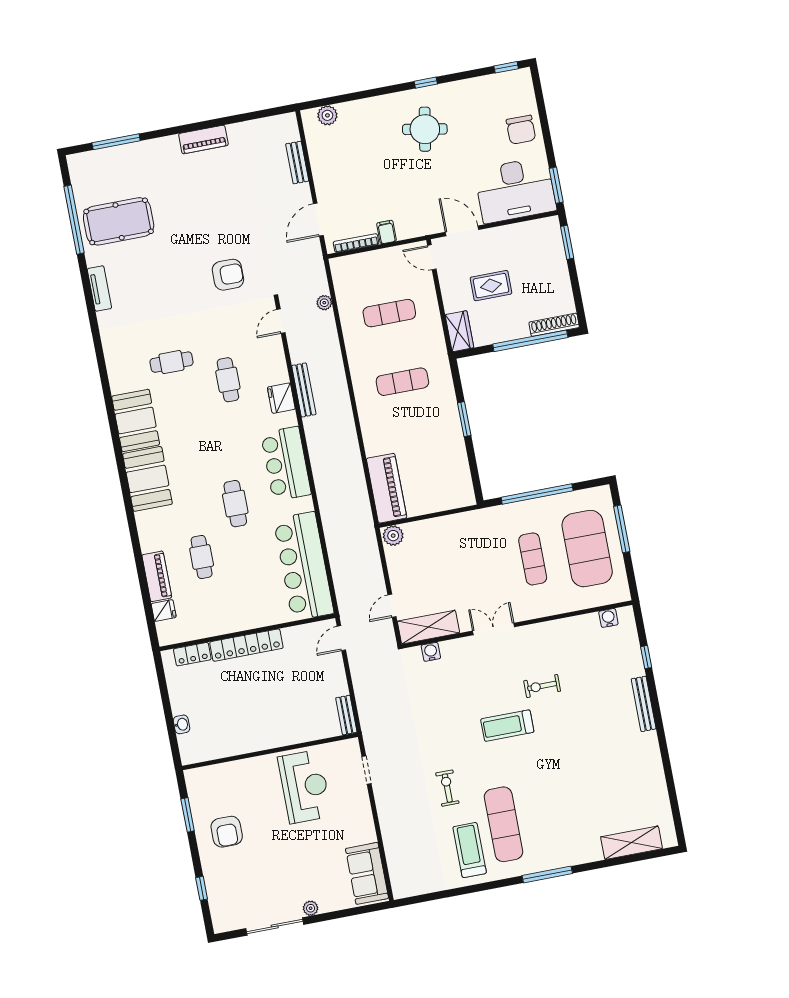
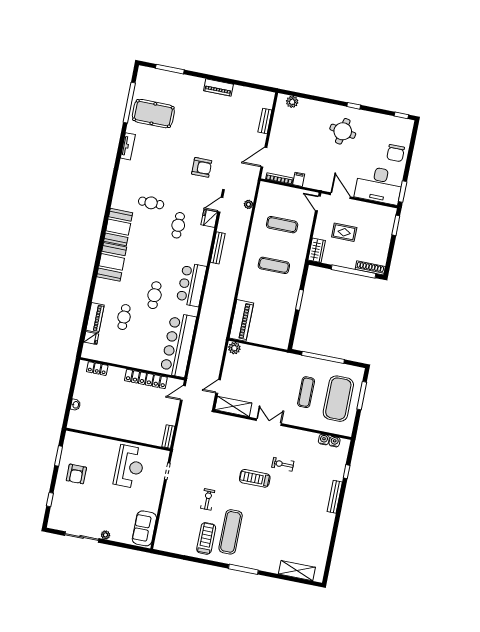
fridge: (281, 398) -> (209, 218), moved
locker: (246, 645) -> (146, 379), moved
water cooler: (431, 652) -> (324, 440), moved

